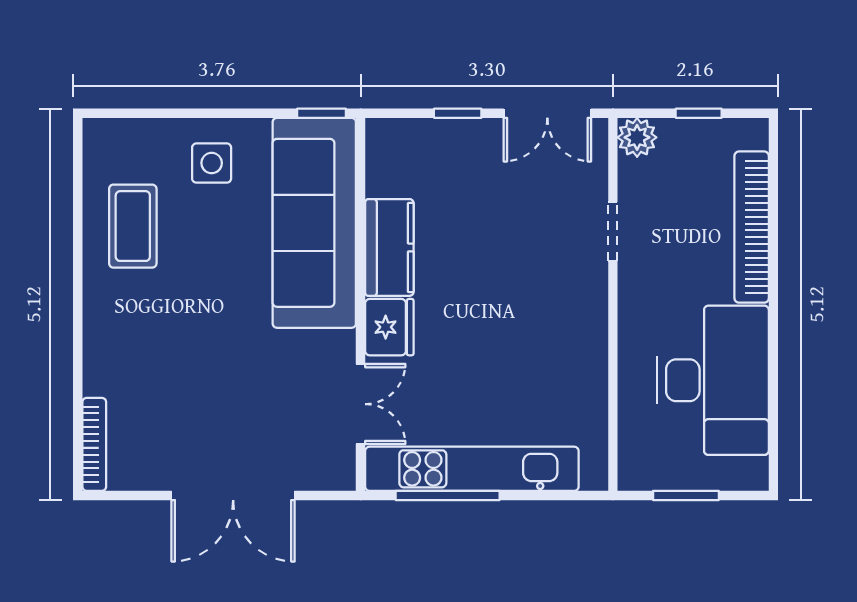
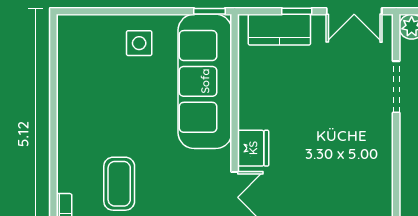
coffee table: (133, 226) -> (119, 184), moved
doorway: (613, 231) -> (396, 87), width x1.38
kitchen counter: (389, 247) -> (279, 30), moved, turned 90

